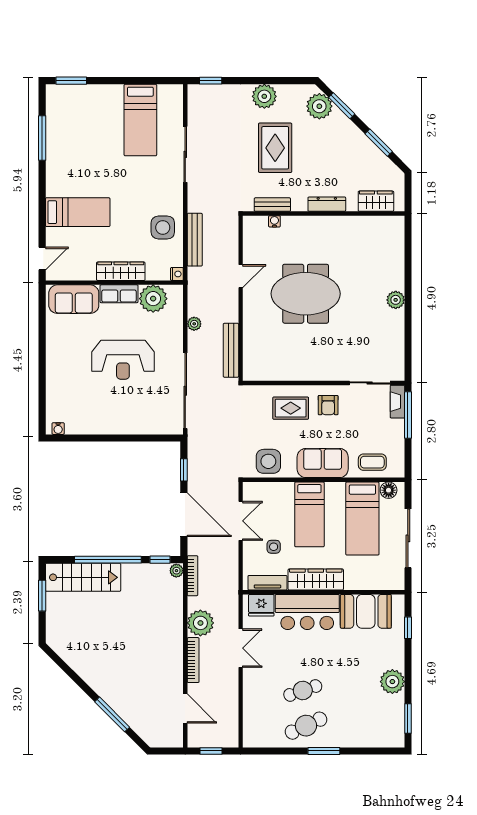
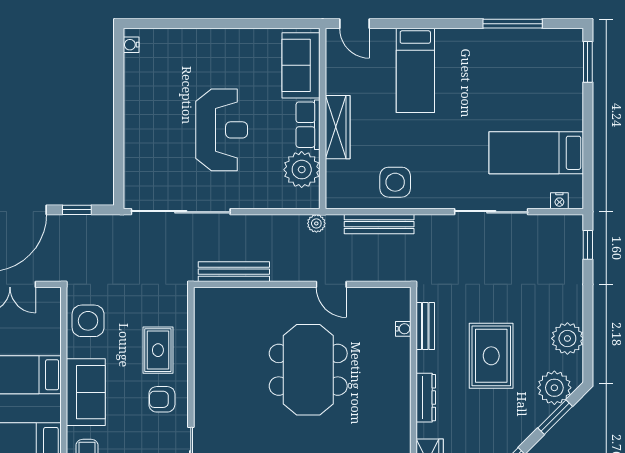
plant: (264, 96) -> (567, 338), moved
rug: (275, 148) -> (491, 356), moved, turned 90
nightstand: (177, 274) -> (559, 201), moved
plant: (194, 324) -> (316, 223), moved
reception desk: (123, 360) -> (222, 130), turned 180

